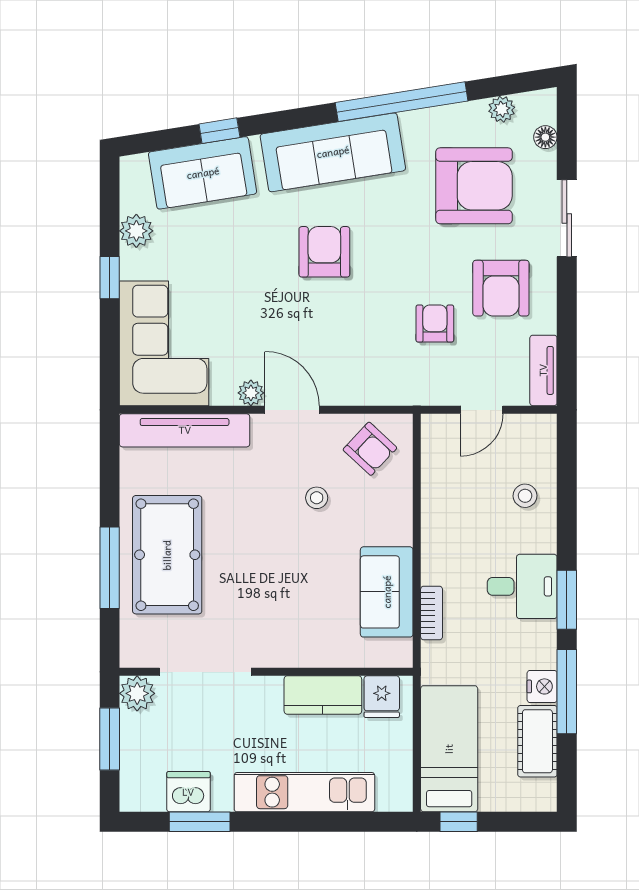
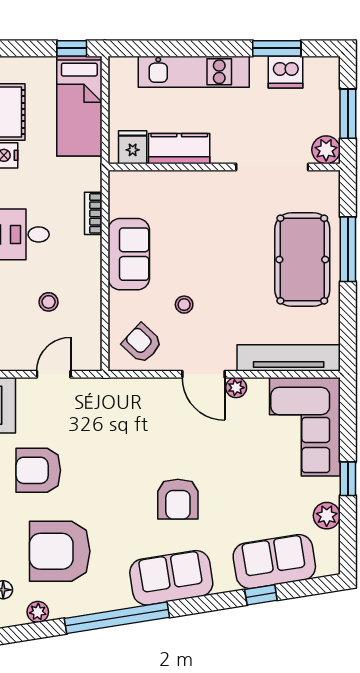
sofa: (333, 152) -> (171, 578), width x0.73
armchair: (501, 288) -> (38, 470), turned -90
armchair: (435, 324) -> (91, 442), removed
stool: (525, 496) -> (49, 302), moved
sofa: (387, 592) -> (129, 254), moved

